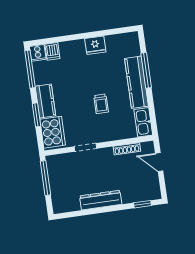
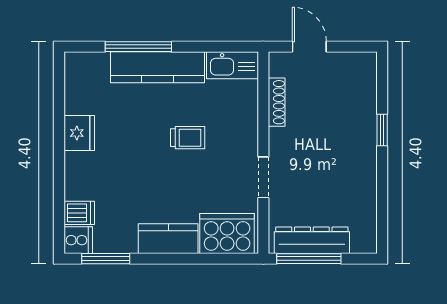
window: (30, 69) -> (106, 259), width x0.69
window: (36, 115) -> (191, 259), removed
door: (159, 162) -> (309, 47), swing flipped
dresser: (101, 200) -> (312, 240), moved, turned 90
window: (143, 204) -> (382, 130), moved

